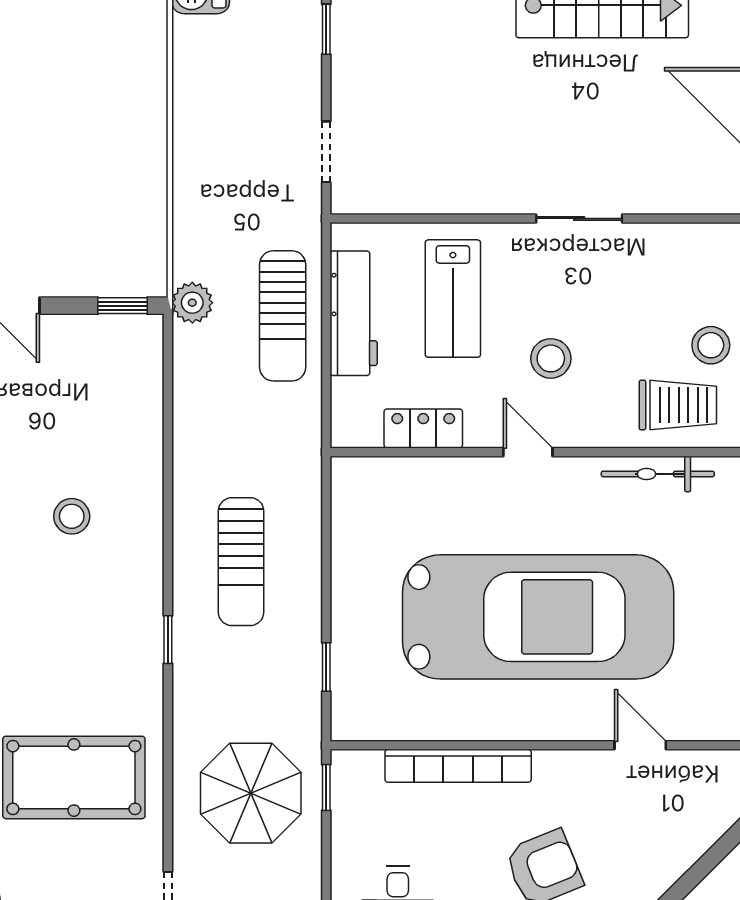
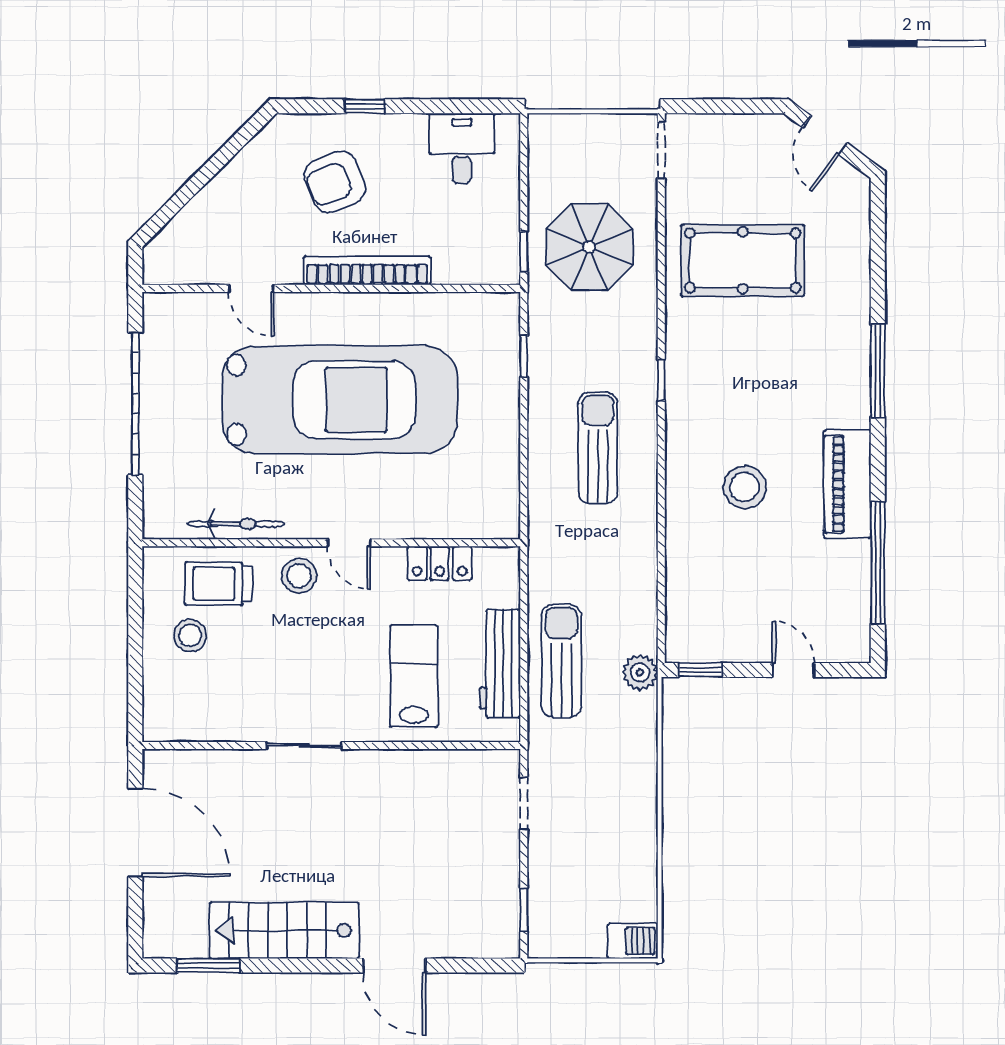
stool: (551, 358) -> (299, 576), moved
stool: (72, 516) -> (745, 487), width x1.38, depth x1.38
car: (538, 617) -> (340, 400), turned 180
bookcase: (458, 766) -> (367, 271), moved

